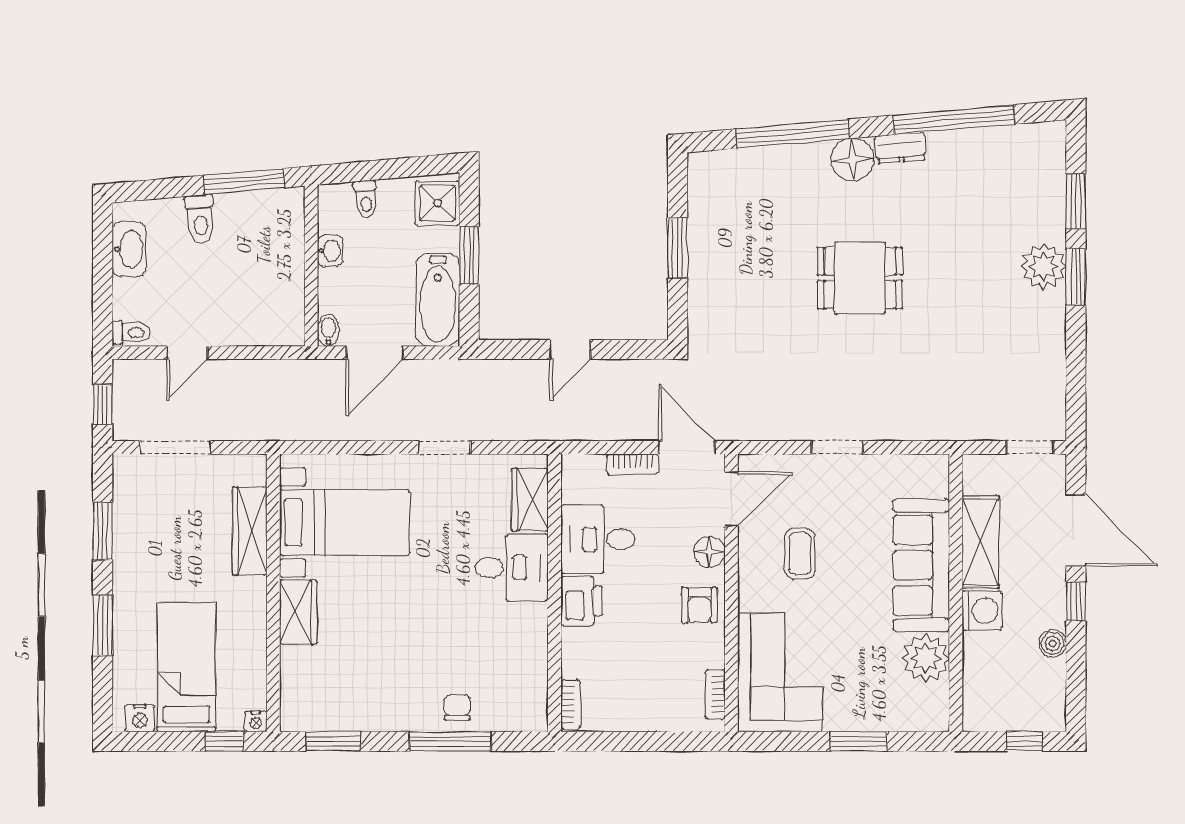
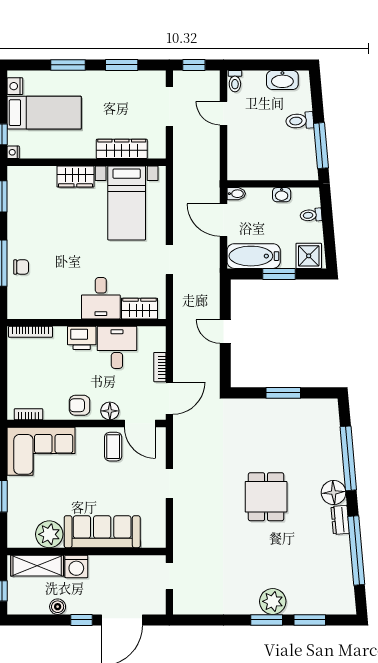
doorway: (1030, 447) -> (169, 576), moved
shelving: (981, 542) -> (37, 566), moved
coffee table: (800, 554) -> (113, 447), moved, turned 90
bookcase: (571, 705) -> (31, 332), width x1.56

